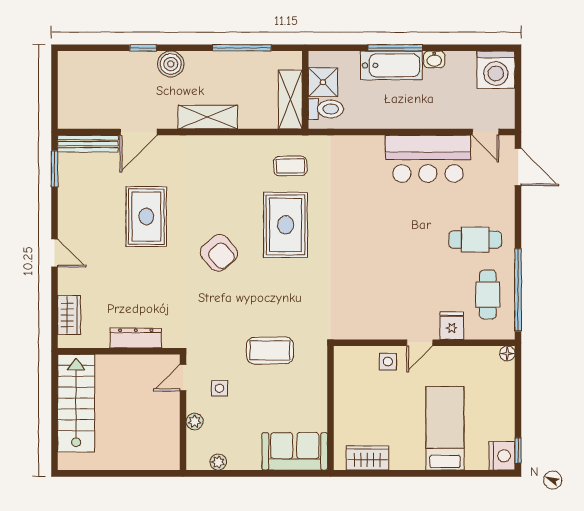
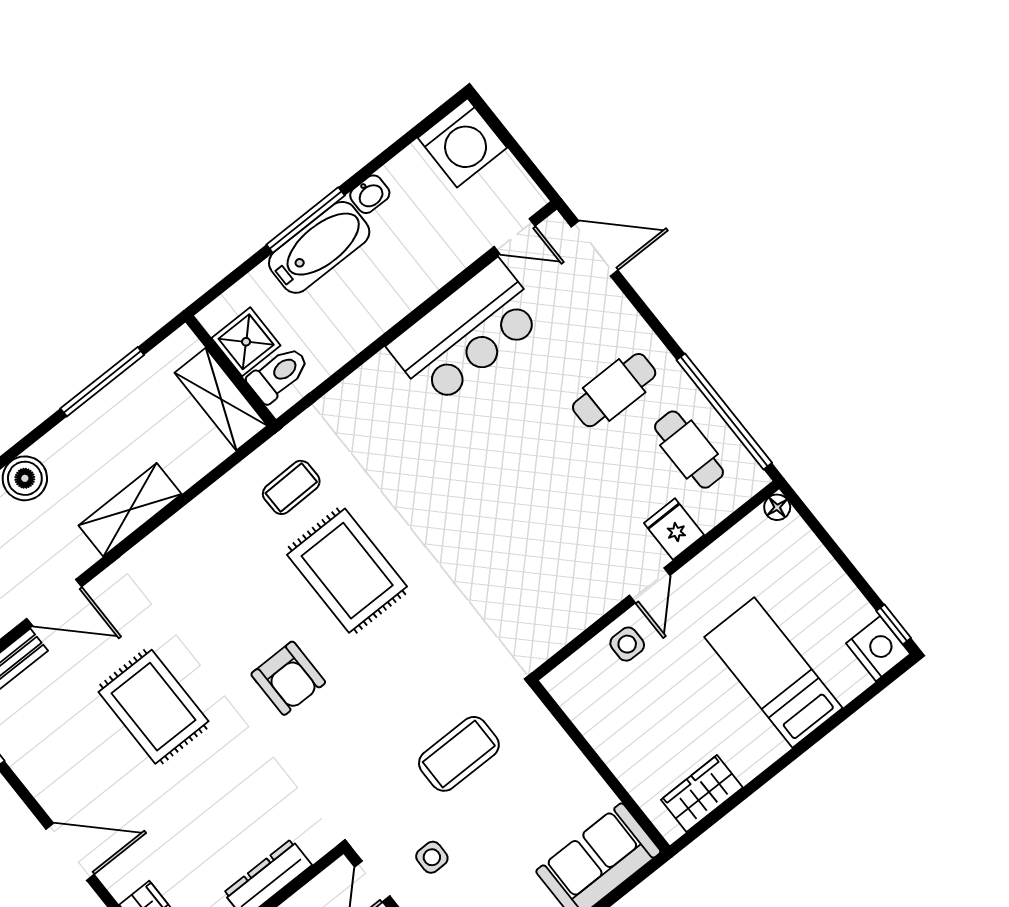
door: (139, 132) -> (54, 603), hinge flipped
door: (55, 253) -> (70, 852), width x1.38
armchair: (219, 253) -> (288, 678), turned 41

